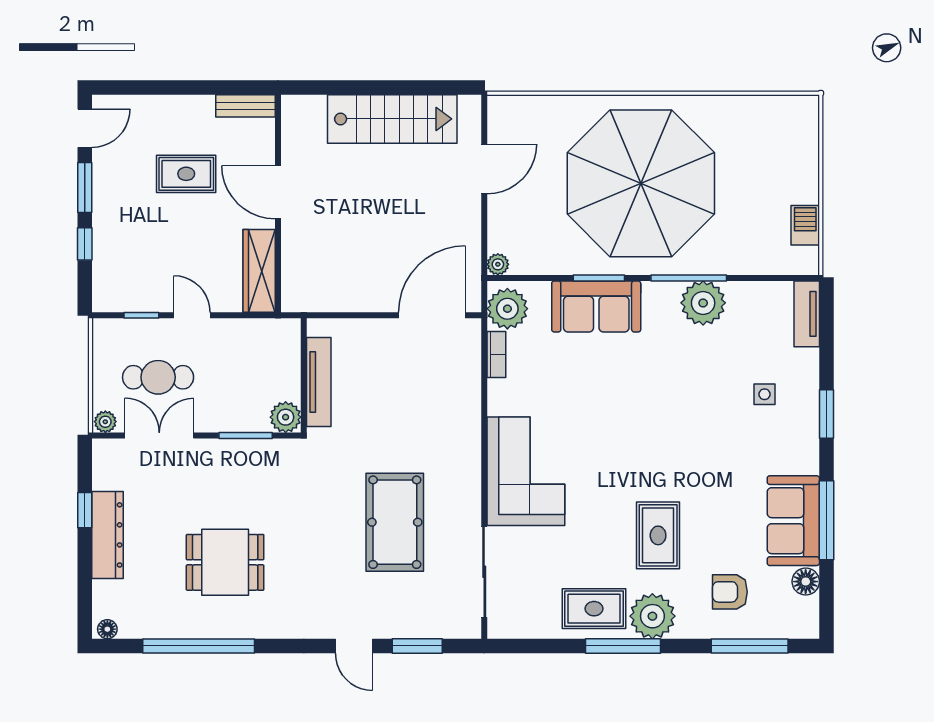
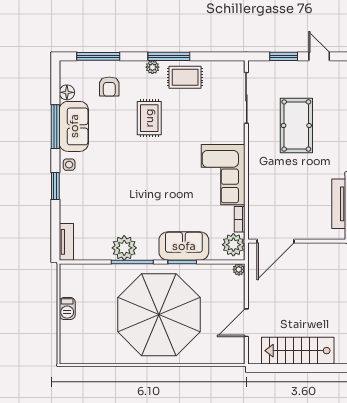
barbecue: (805, 225) -> (67, 308), moved
side table: (765, 394) -> (69, 165), moved
corner sofa: (526, 471) -> (223, 175), moved
armchair: (730, 592) -> (109, 87), turned 90
plant: (652, 616) -> (152, 67), width x0.53, depth x0.53

